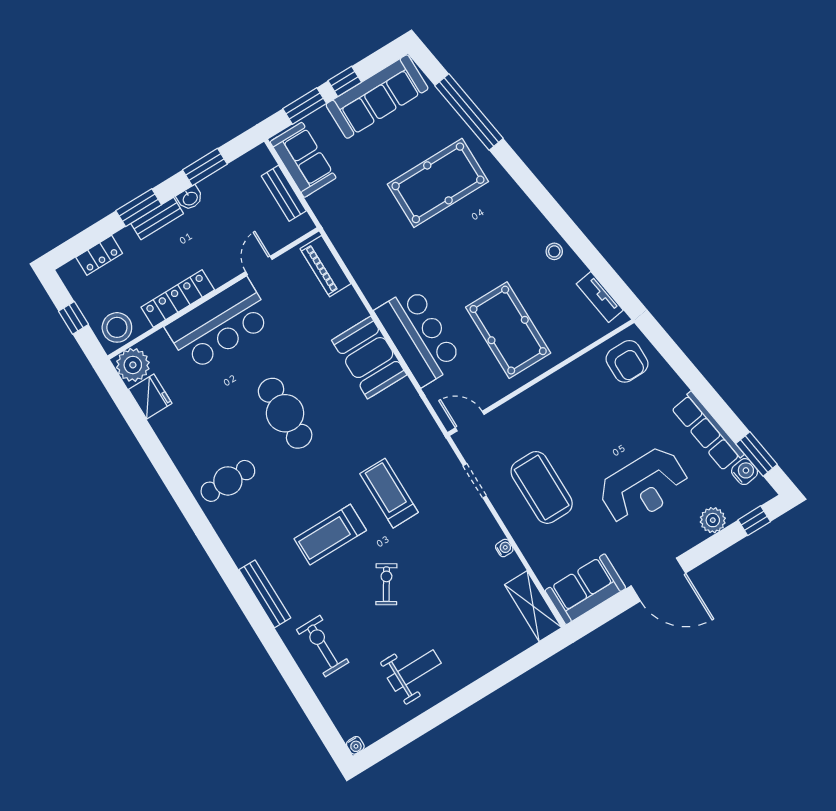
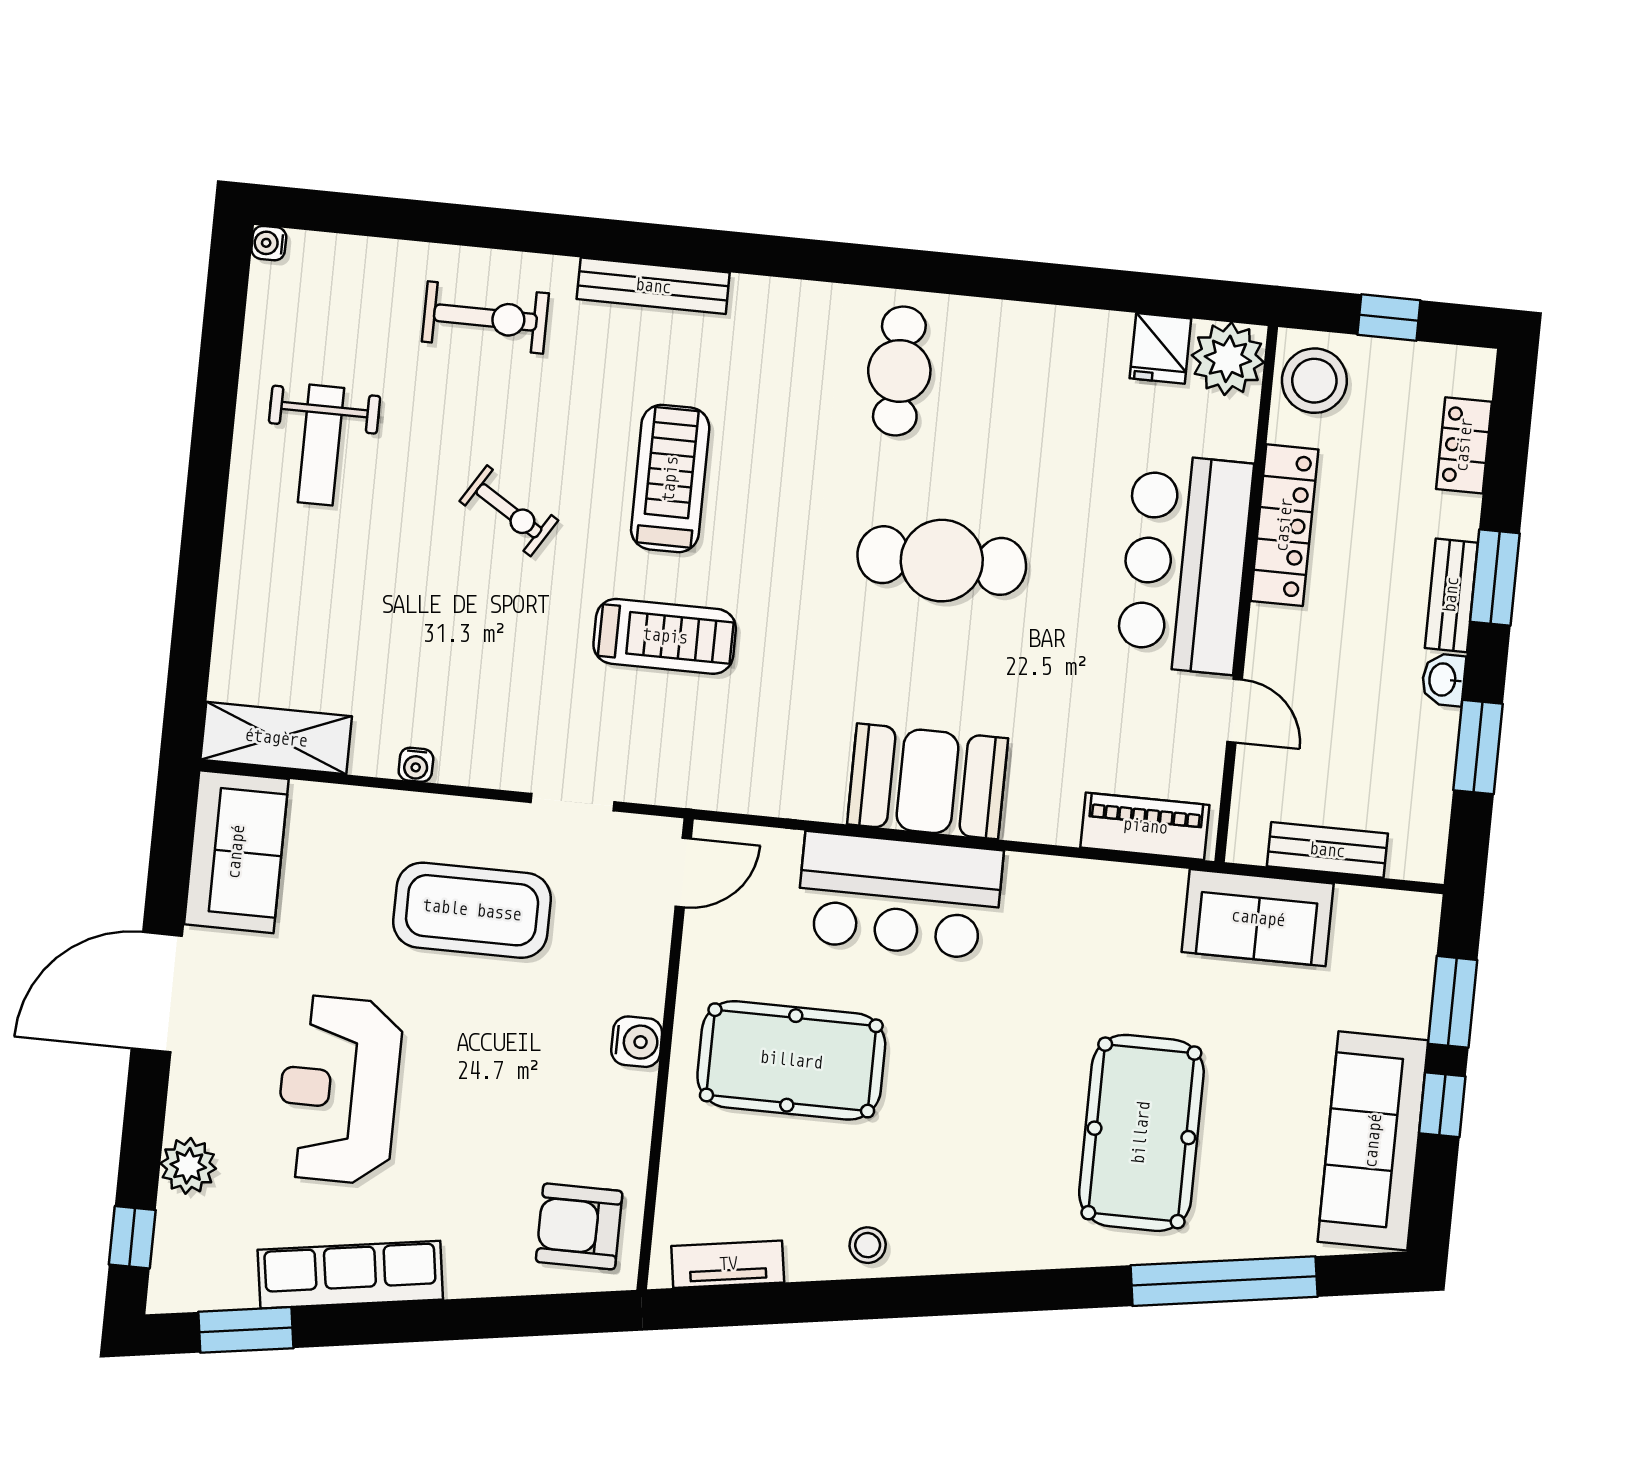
sofa: (303, 160) -> (1258, 918), moved
fridge: (150, 396) -> (1160, 348), width x0.72
water cooler: (745, 472) -> (637, 1042), moved, turned -81

